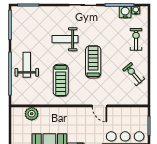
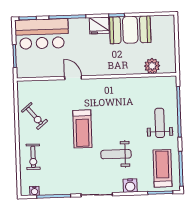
water cooler: (125, 12) -> (130, 186), moved
weight bench: (65, 39) -> (116, 154), turned 180
weight bench: (27, 65) -> (160, 123), turned 180
treadmill: (61, 80) -> (162, 168), moved

